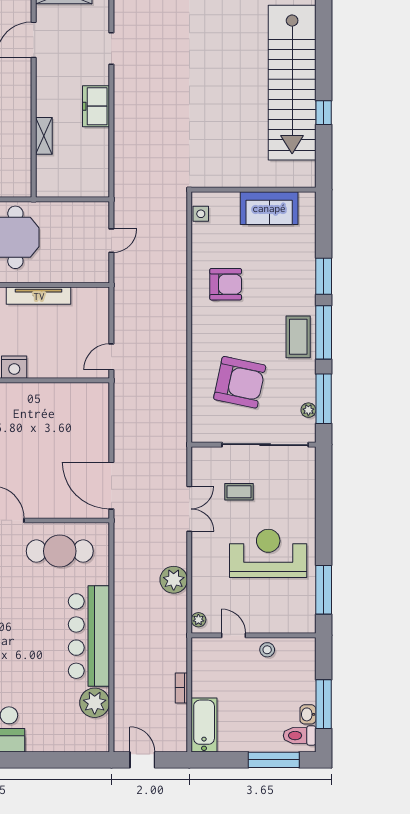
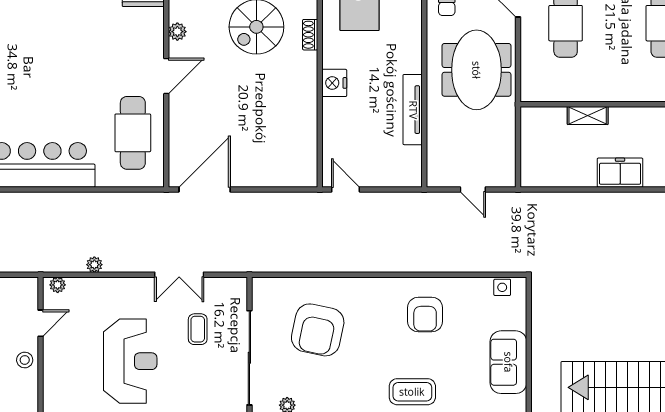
coffee table: (298, 337) -> (412, 392), moved
plant: (174, 580) -> (94, 265), width x0.53, depth x0.53

